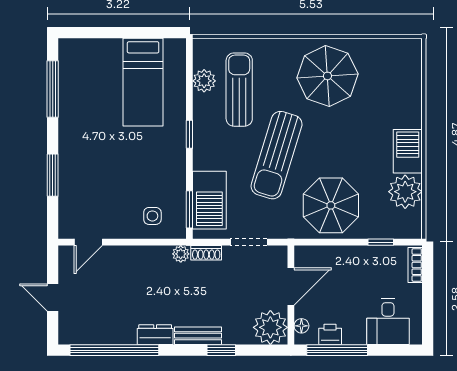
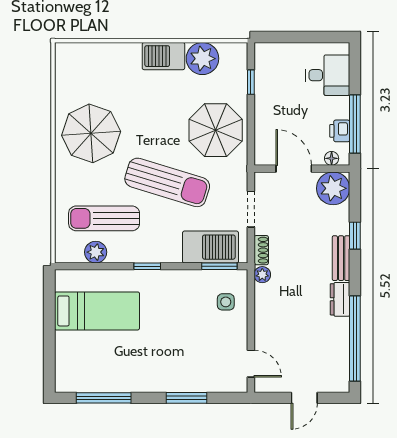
bookcase: (415, 265) -> (273, 49), removed

